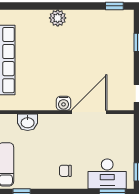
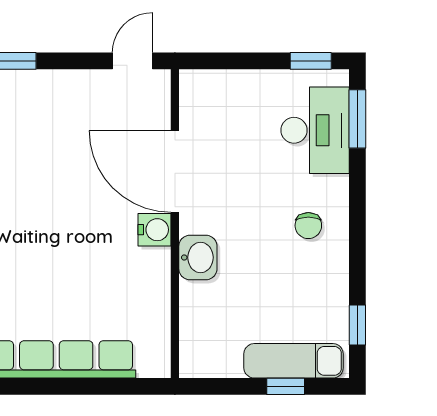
washbasin: (28, 122) -> (198, 257), moved

